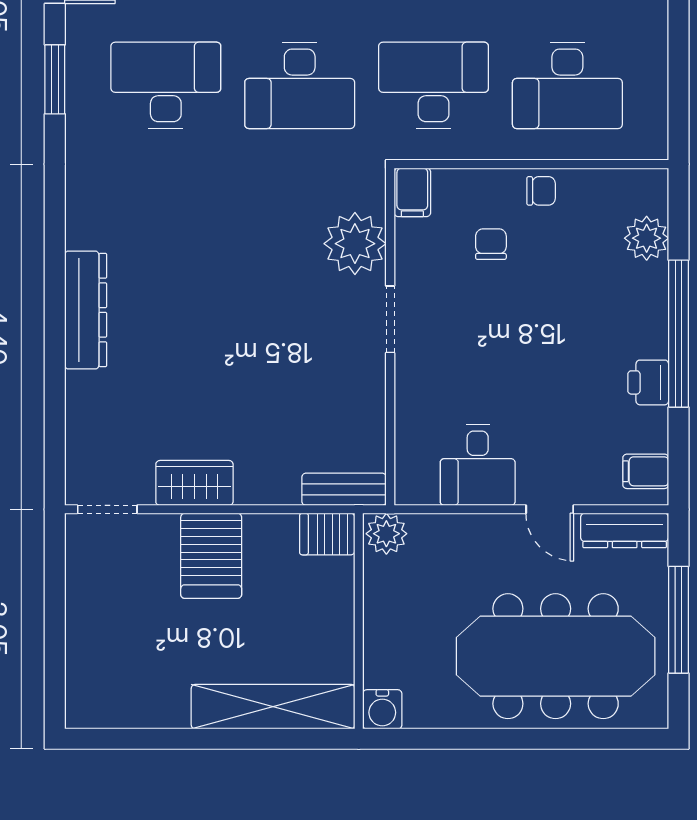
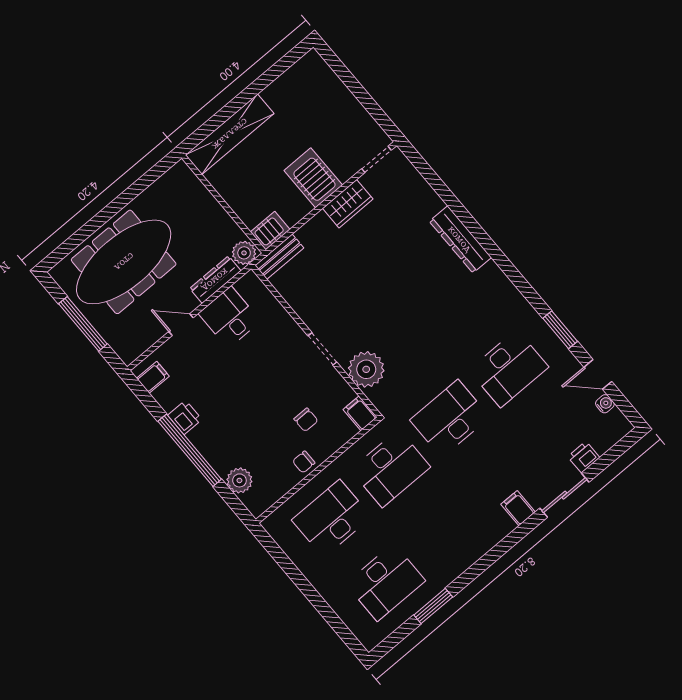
dresser: (625, 530) -> (215, 280), moved
water cooler: (382, 709) -> (180, 174), removed

